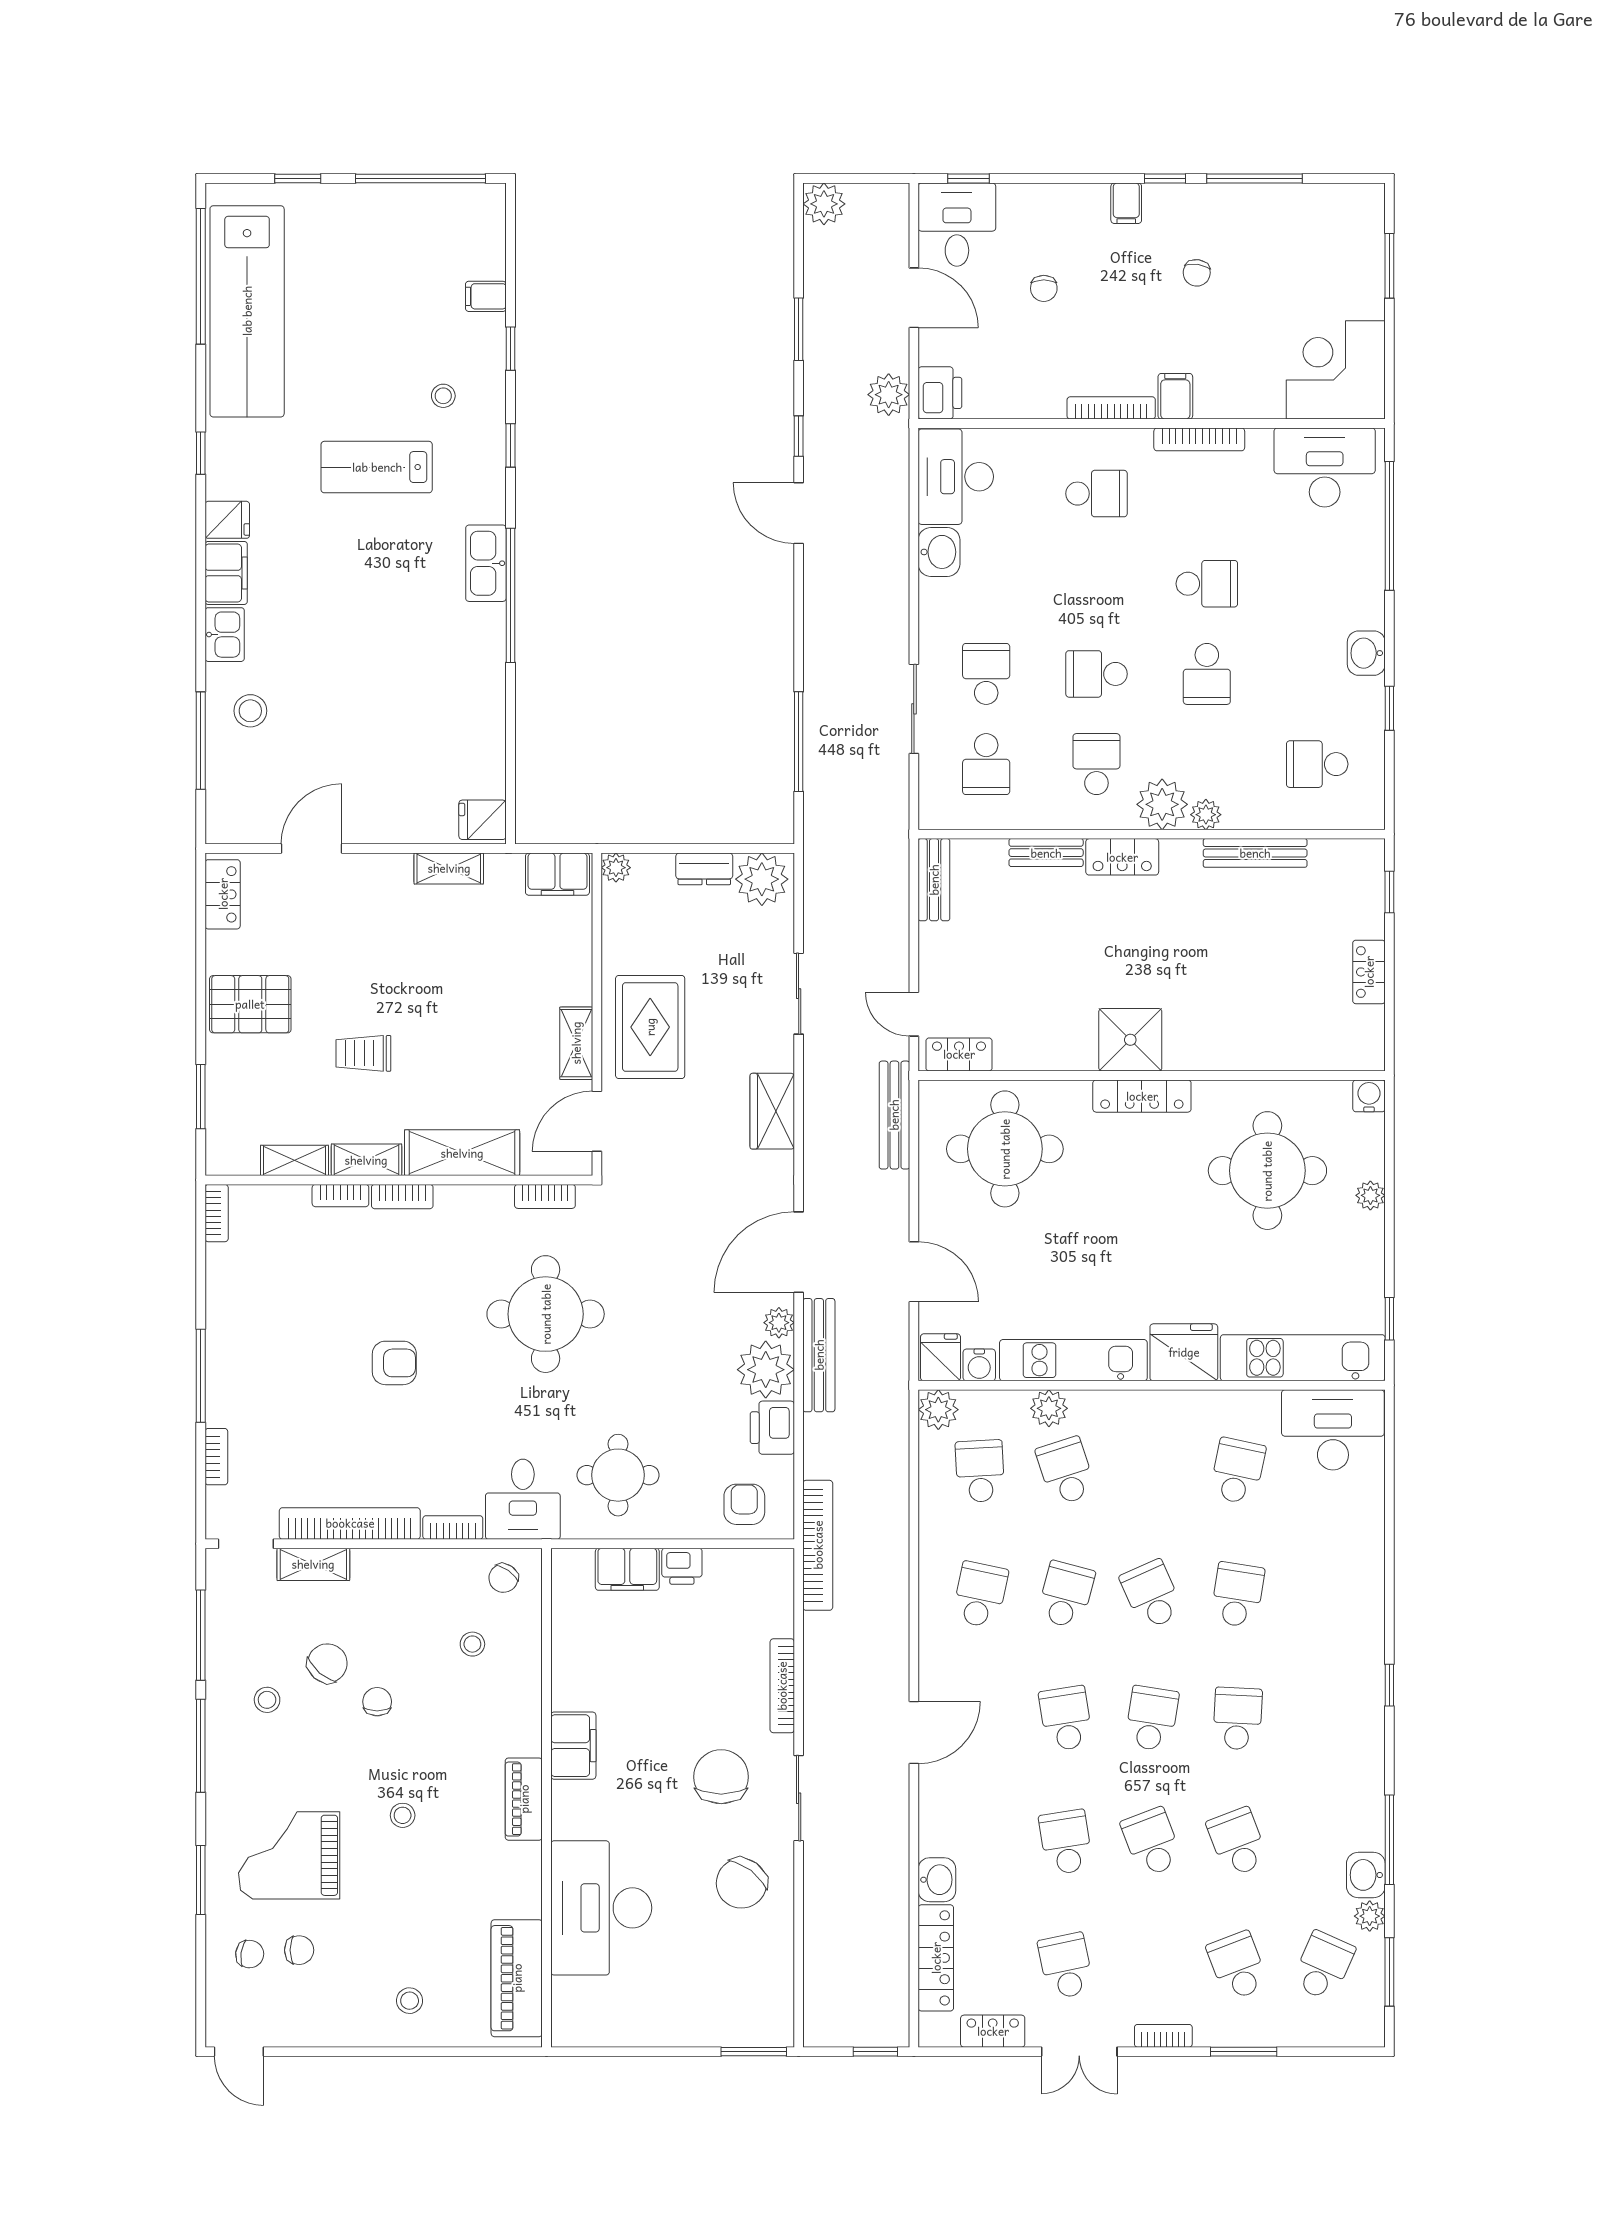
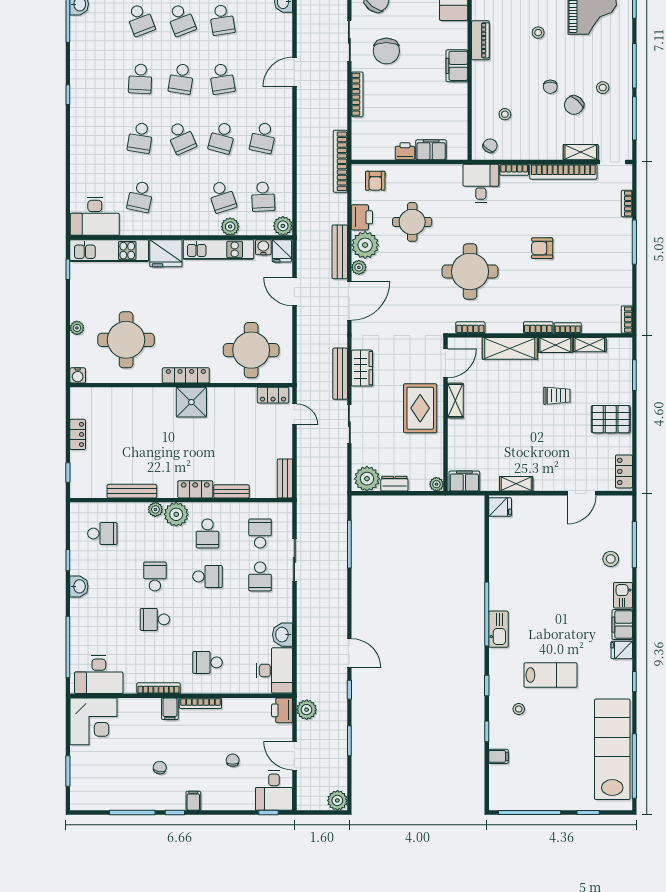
bench: (894, 1115) -> (340, 374), moved
round table: (618, 1475) -> (412, 222), moved

